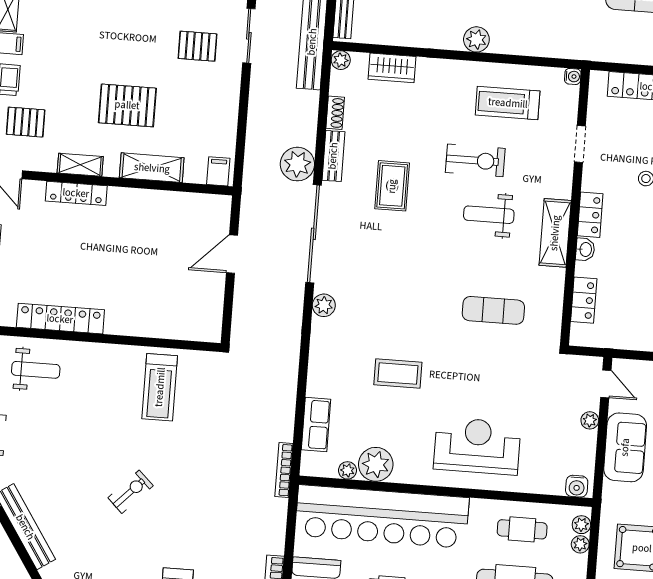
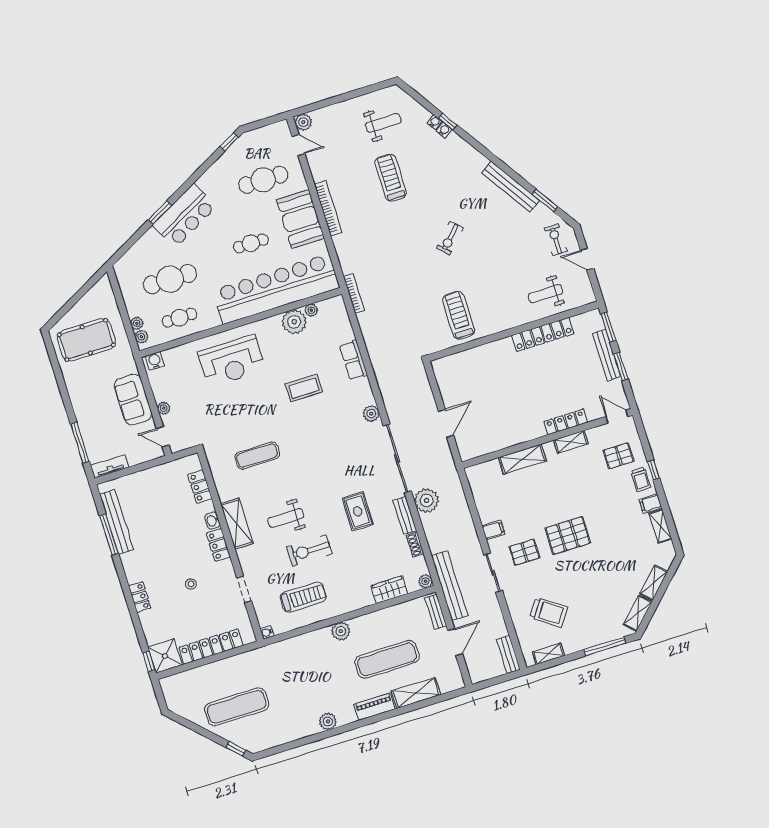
pallet: (127, 105) -> (568, 535), moved
filing cabinet: (218, 171) -> (493, 530), moved, turned -90
weight bench: (489, 215) -> (286, 518), turned 180
row of seats: (316, 424) -> (353, 360), moved

